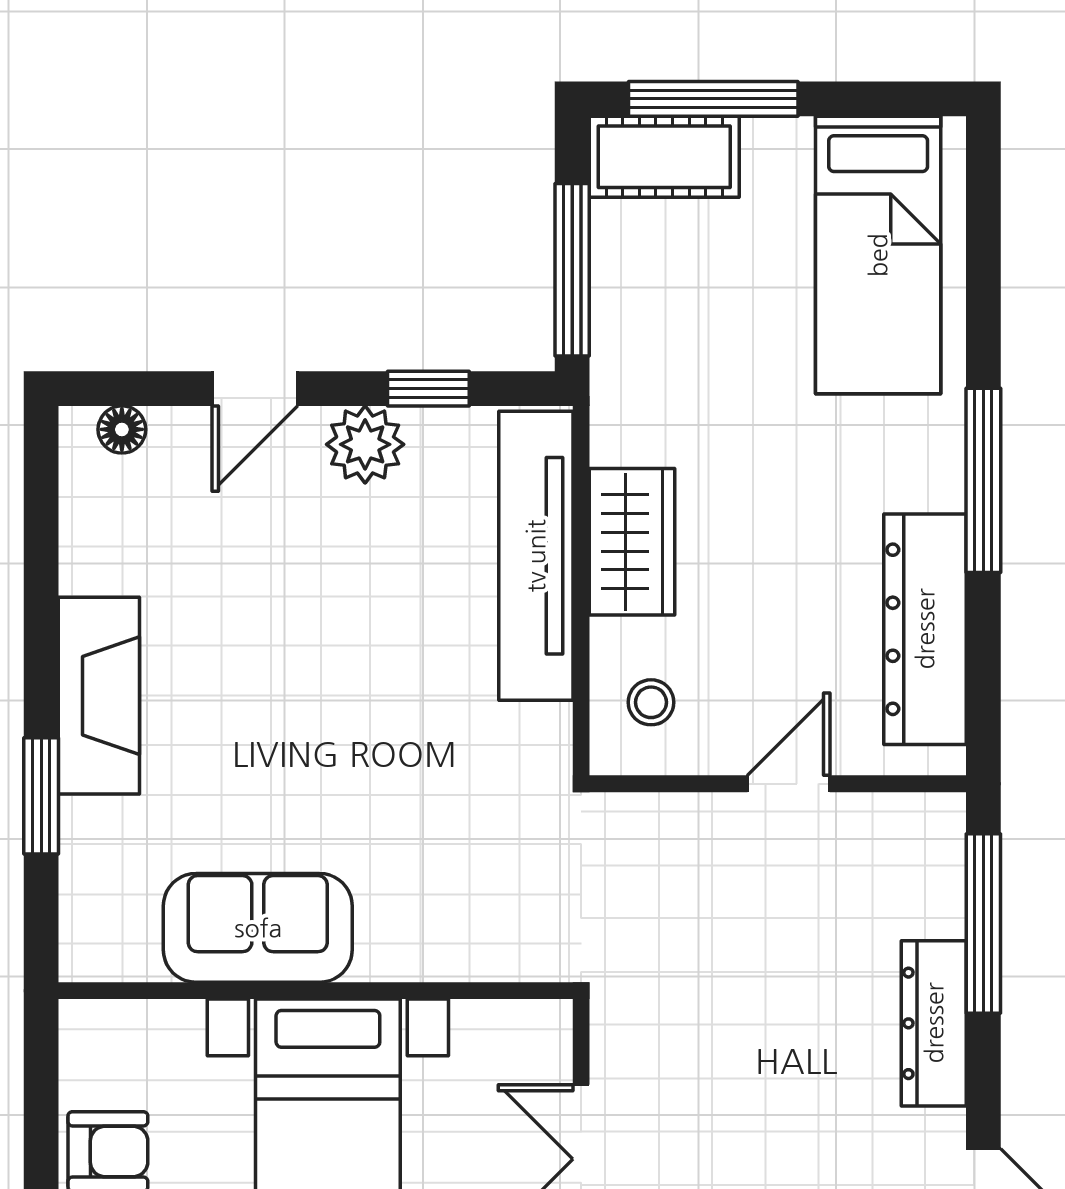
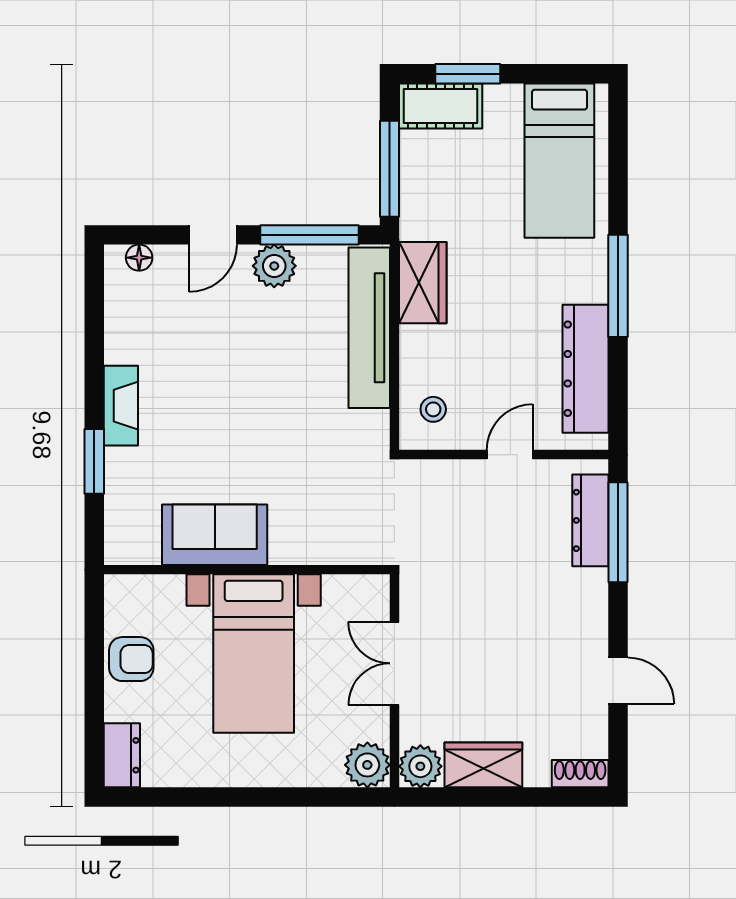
window: (713, 99) -> (468, 74), width x0.69
window: (428, 389) -> (309, 235), width x2.17
wardrobe: (632, 542) -> (423, 283), moved
fireplace: (99, 696) -> (121, 406), width x0.73, depth x0.76
dresser: (934, 1023) -> (590, 520), moved

